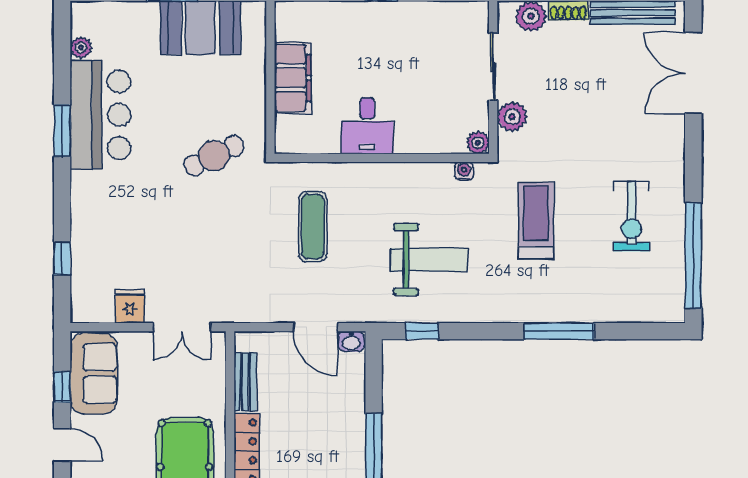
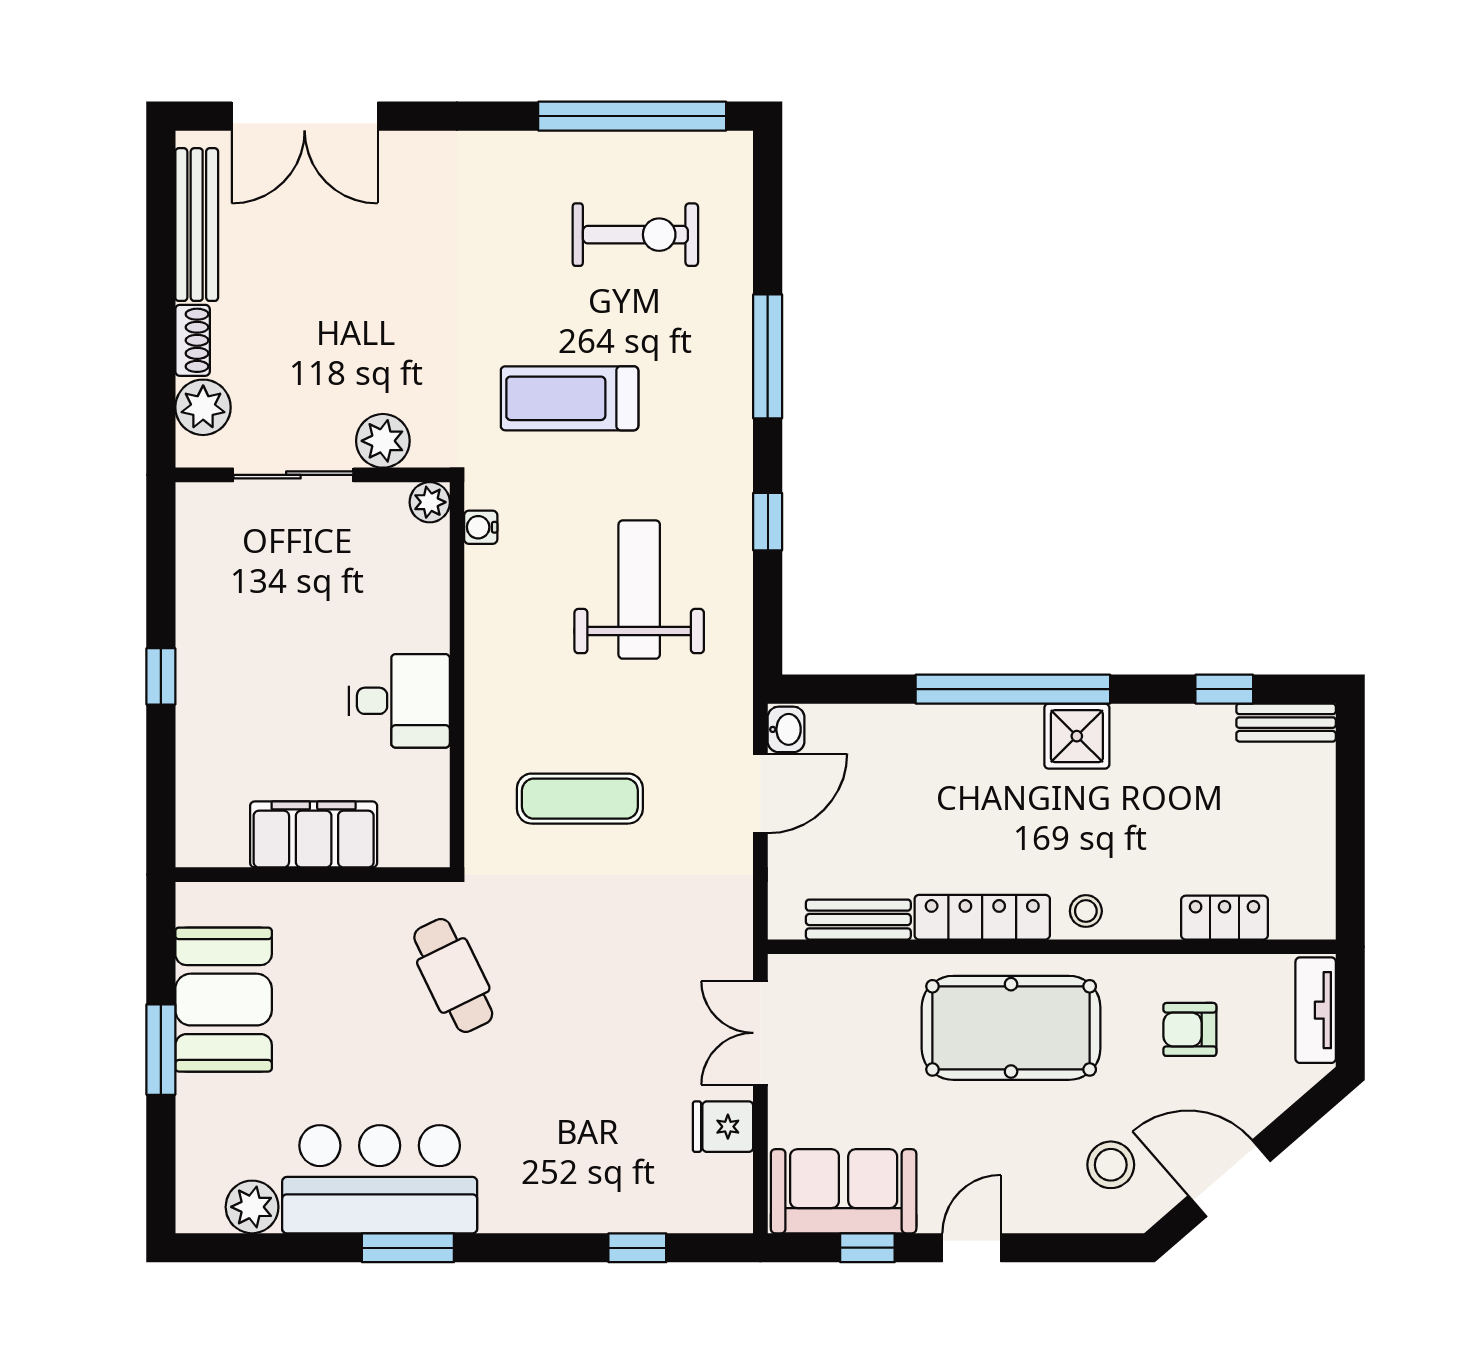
plant: (81, 48) -> (252, 1207), width x1.38, depth x1.38
exercise bike: (631, 216) -> (635, 235), moved
double door: (182, 327) -> (760, 1033), swing flipped
window: (422, 331) -> (768, 522), moved

